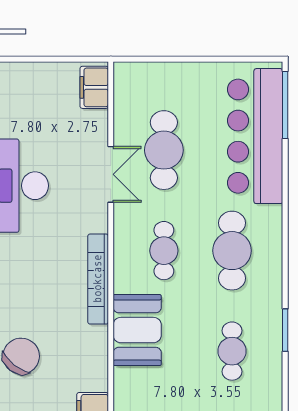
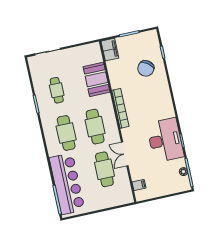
filing cabinet: (94, 87) -> (139, 185), width x0.50
cafe table: (164, 251) -> (95, 127), width x1.37, depth x1.35
booth: (137, 330) -> (97, 79), moved

